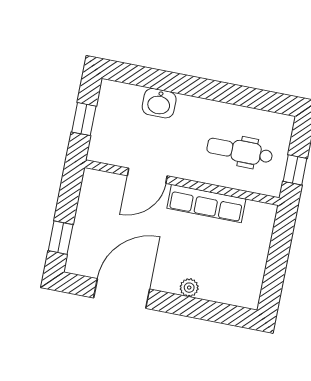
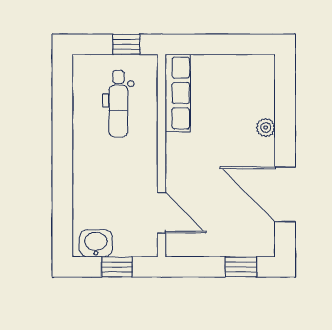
washbasin: (159, 103) -> (96, 243), moved, turned -90
door: (147, 176) -> (161, 213), moved
row of seats: (206, 204) -> (178, 93), moved

